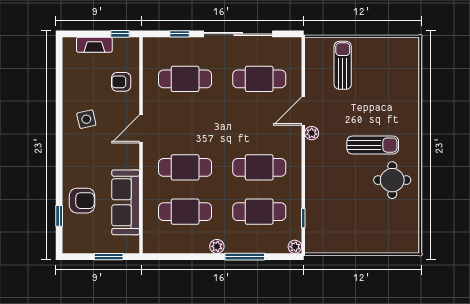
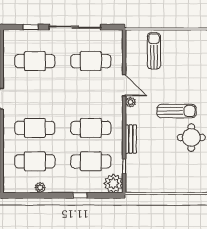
door: (303, 111) -> (124, 85), swing flipped
bench: (312, 182) -> (131, 139), added
plant: (217, 246) -> (40, 188), moved
plant: (295, 247) -> (113, 183), width x1.87, depth x1.87
window: (245, 257) -> (80, 195), width x0.46

